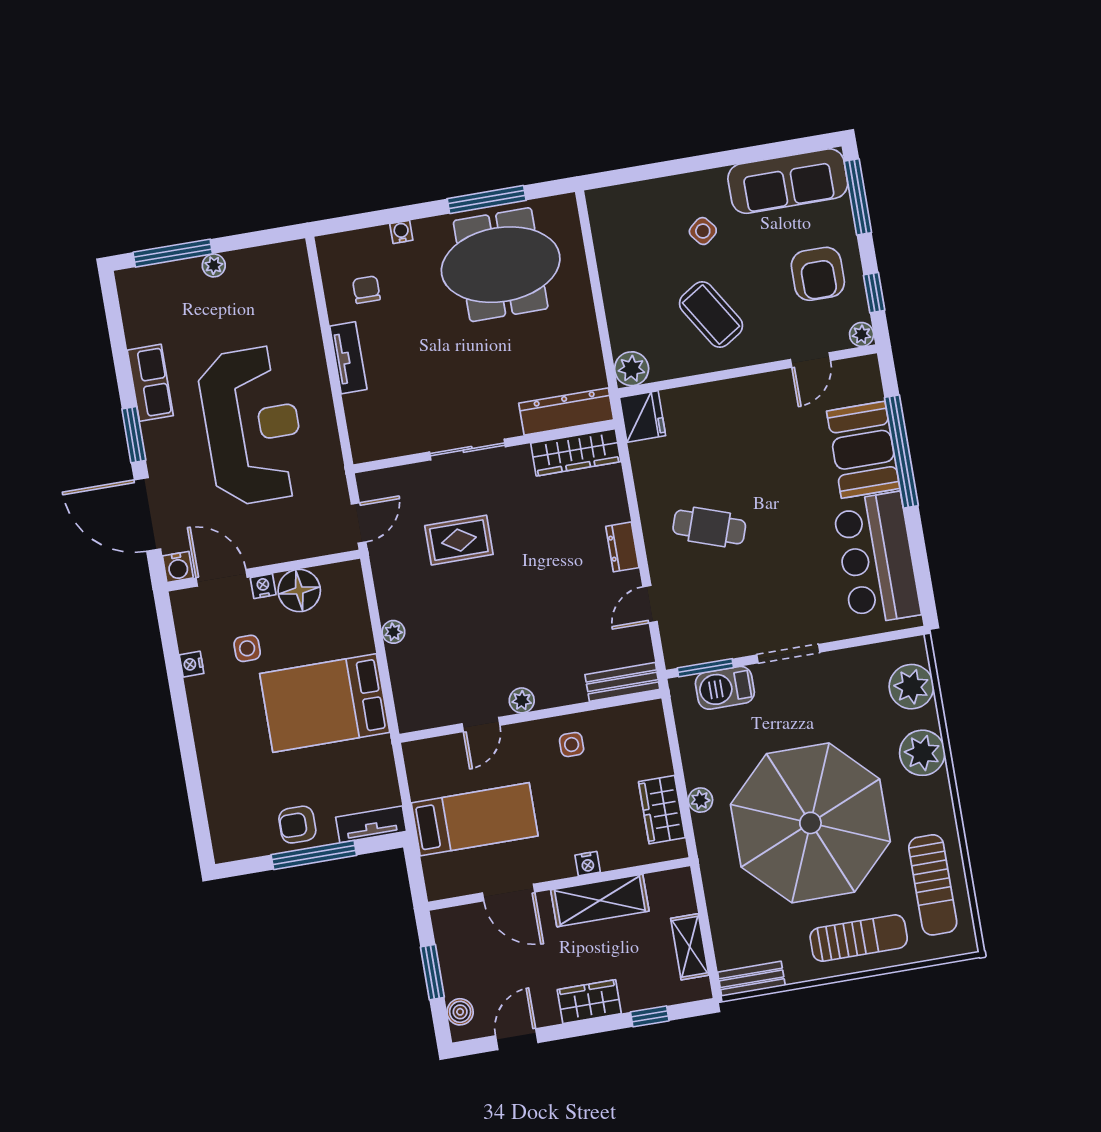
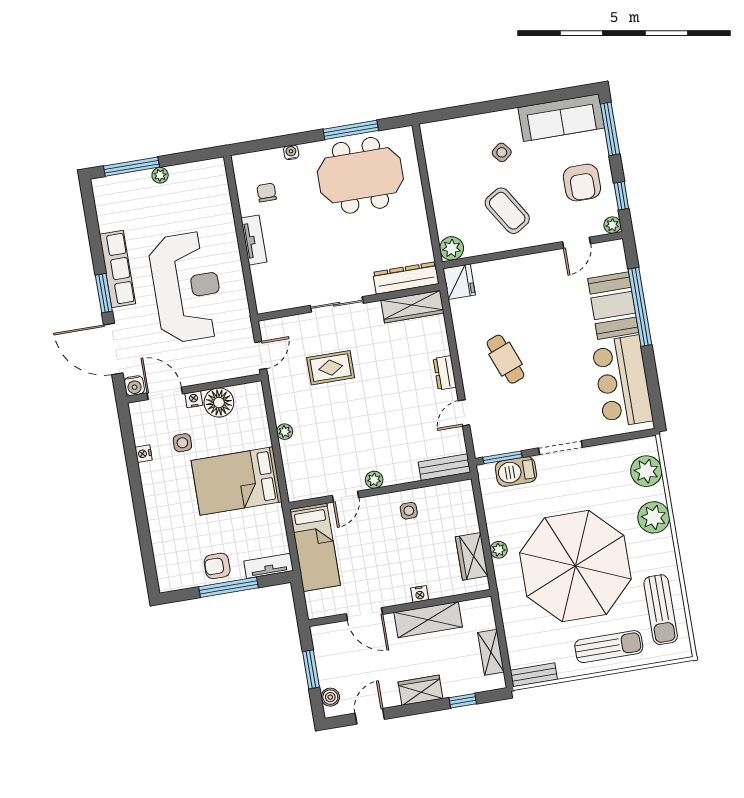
row of seats: (150, 383) -> (117, 269), width x1.48
cafe table: (709, 527) -> (505, 359), turned 50
bed: (475, 819) -> (315, 547), moved, turned 90

